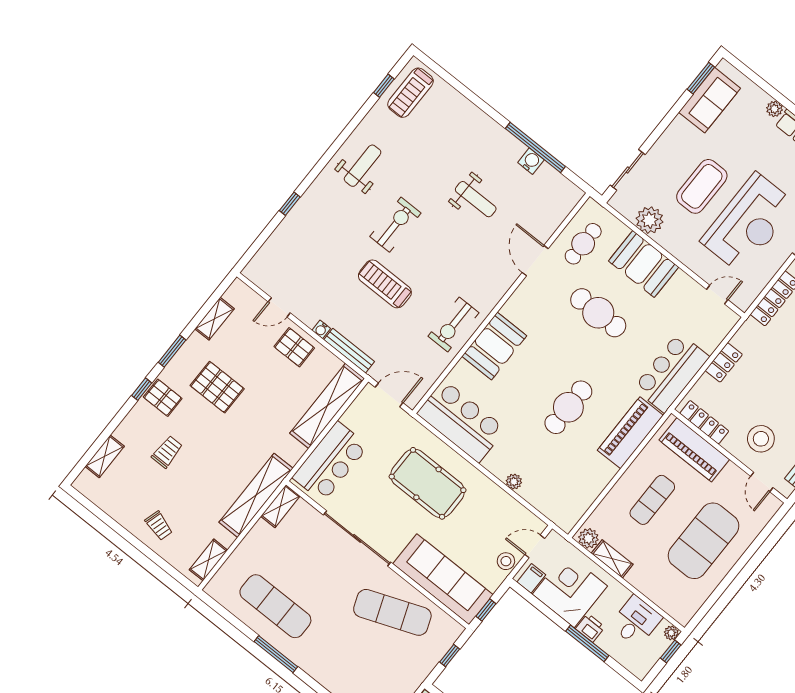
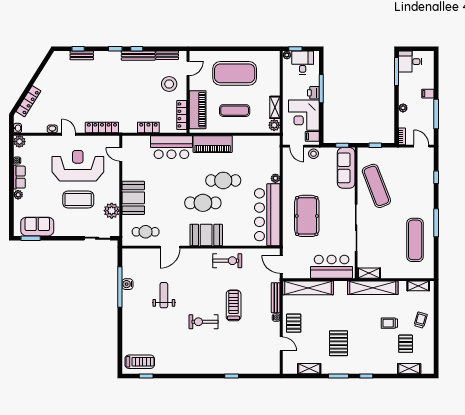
weight bench: (363, 166) -> (189, 357), removed
treadmill: (385, 284) -> (234, 305), turned 180
cafe table: (598, 313) -> (203, 203), moved, turned 90
booth: (494, 346) -> (206, 235), moved
pallet: (163, 398) -> (406, 344), moved
bar counter: (461, 421) -> (267, 215), width x1.36
trolley: (167, 452) -> (389, 323), moved
sofa: (443, 579) -> (346, 168), width x0.74, depth x0.79
desk: (636, 621) -> (303, 63), moved, turned 90

